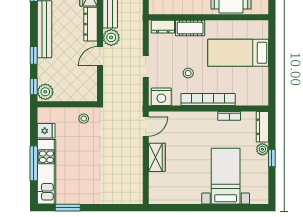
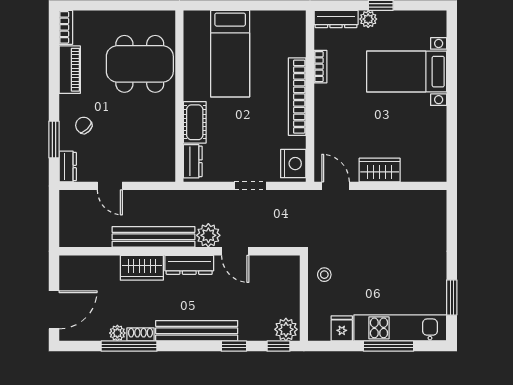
stool: (188, 73) -> (259, 125), removed

